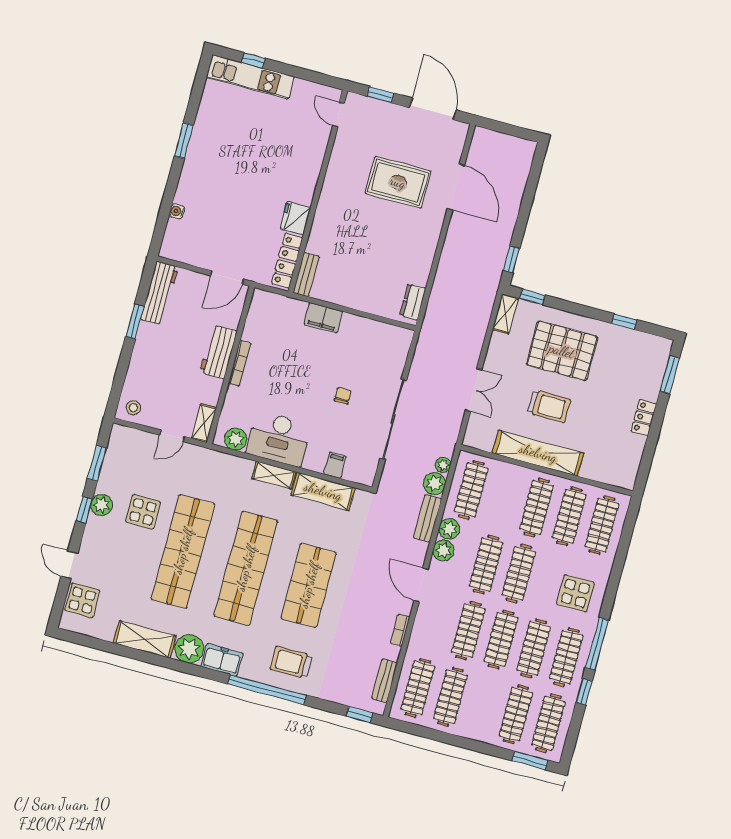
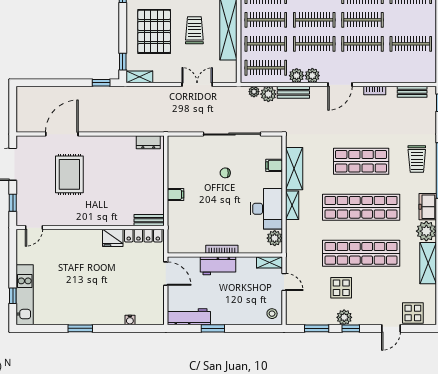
filing cabinet: (323, 318) -> (176, 194), width x0.50
clothes rail: (418, 688) -> (266, 44), moved

